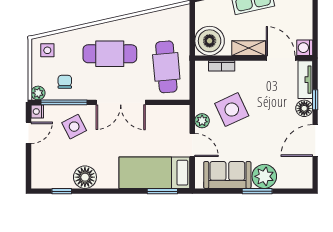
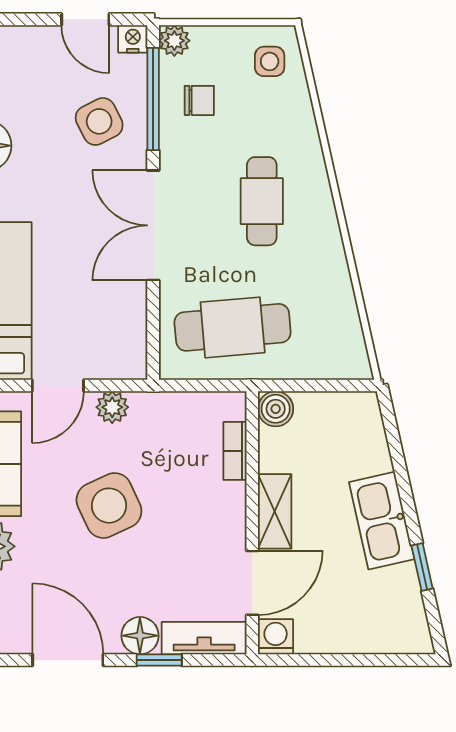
boiler: (210, 41) -> (276, 409), width x0.54, depth x0.54
cafe table: (110, 54) -> (262, 201), width x0.73, depth x0.74
side table: (232, 110) -> (109, 506), moved

